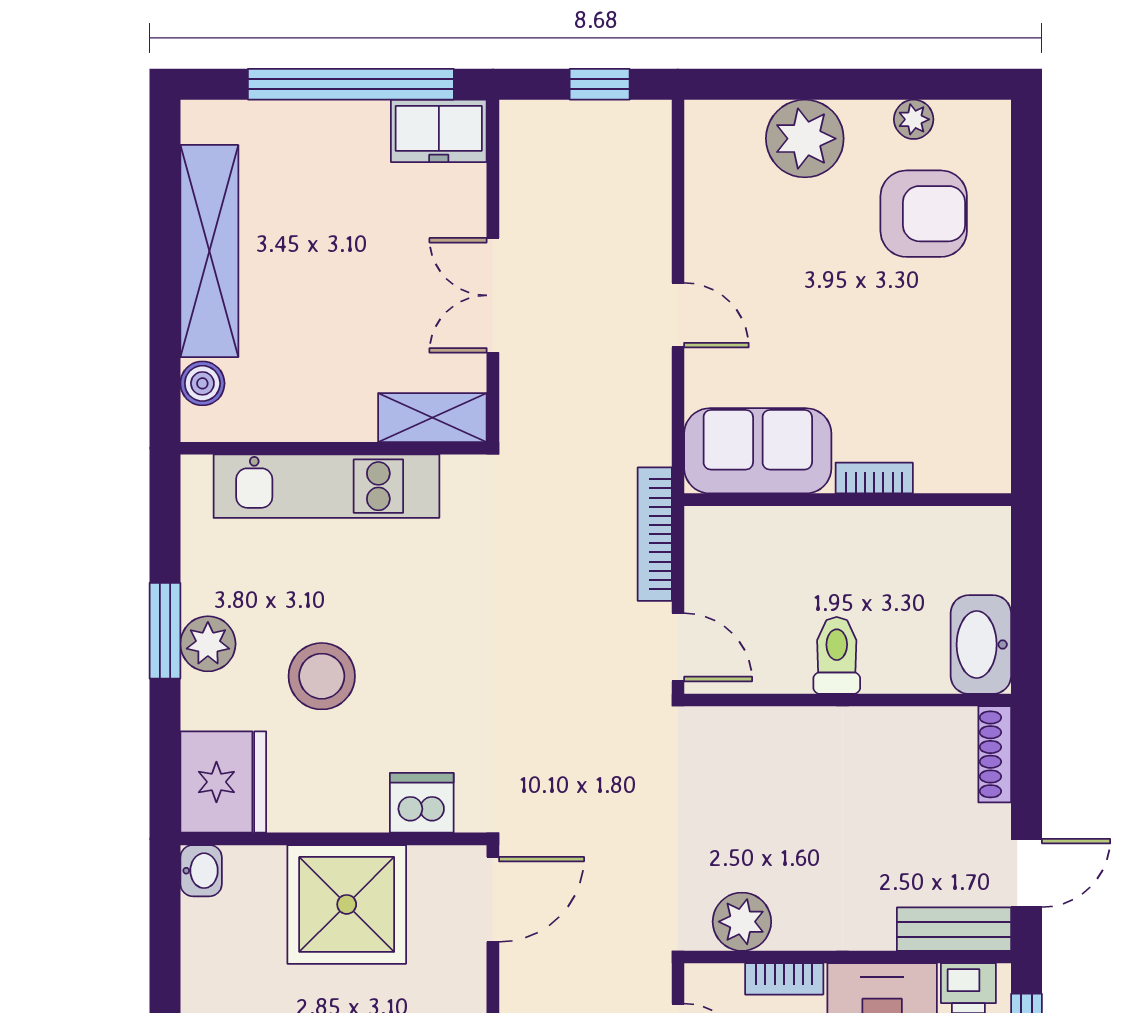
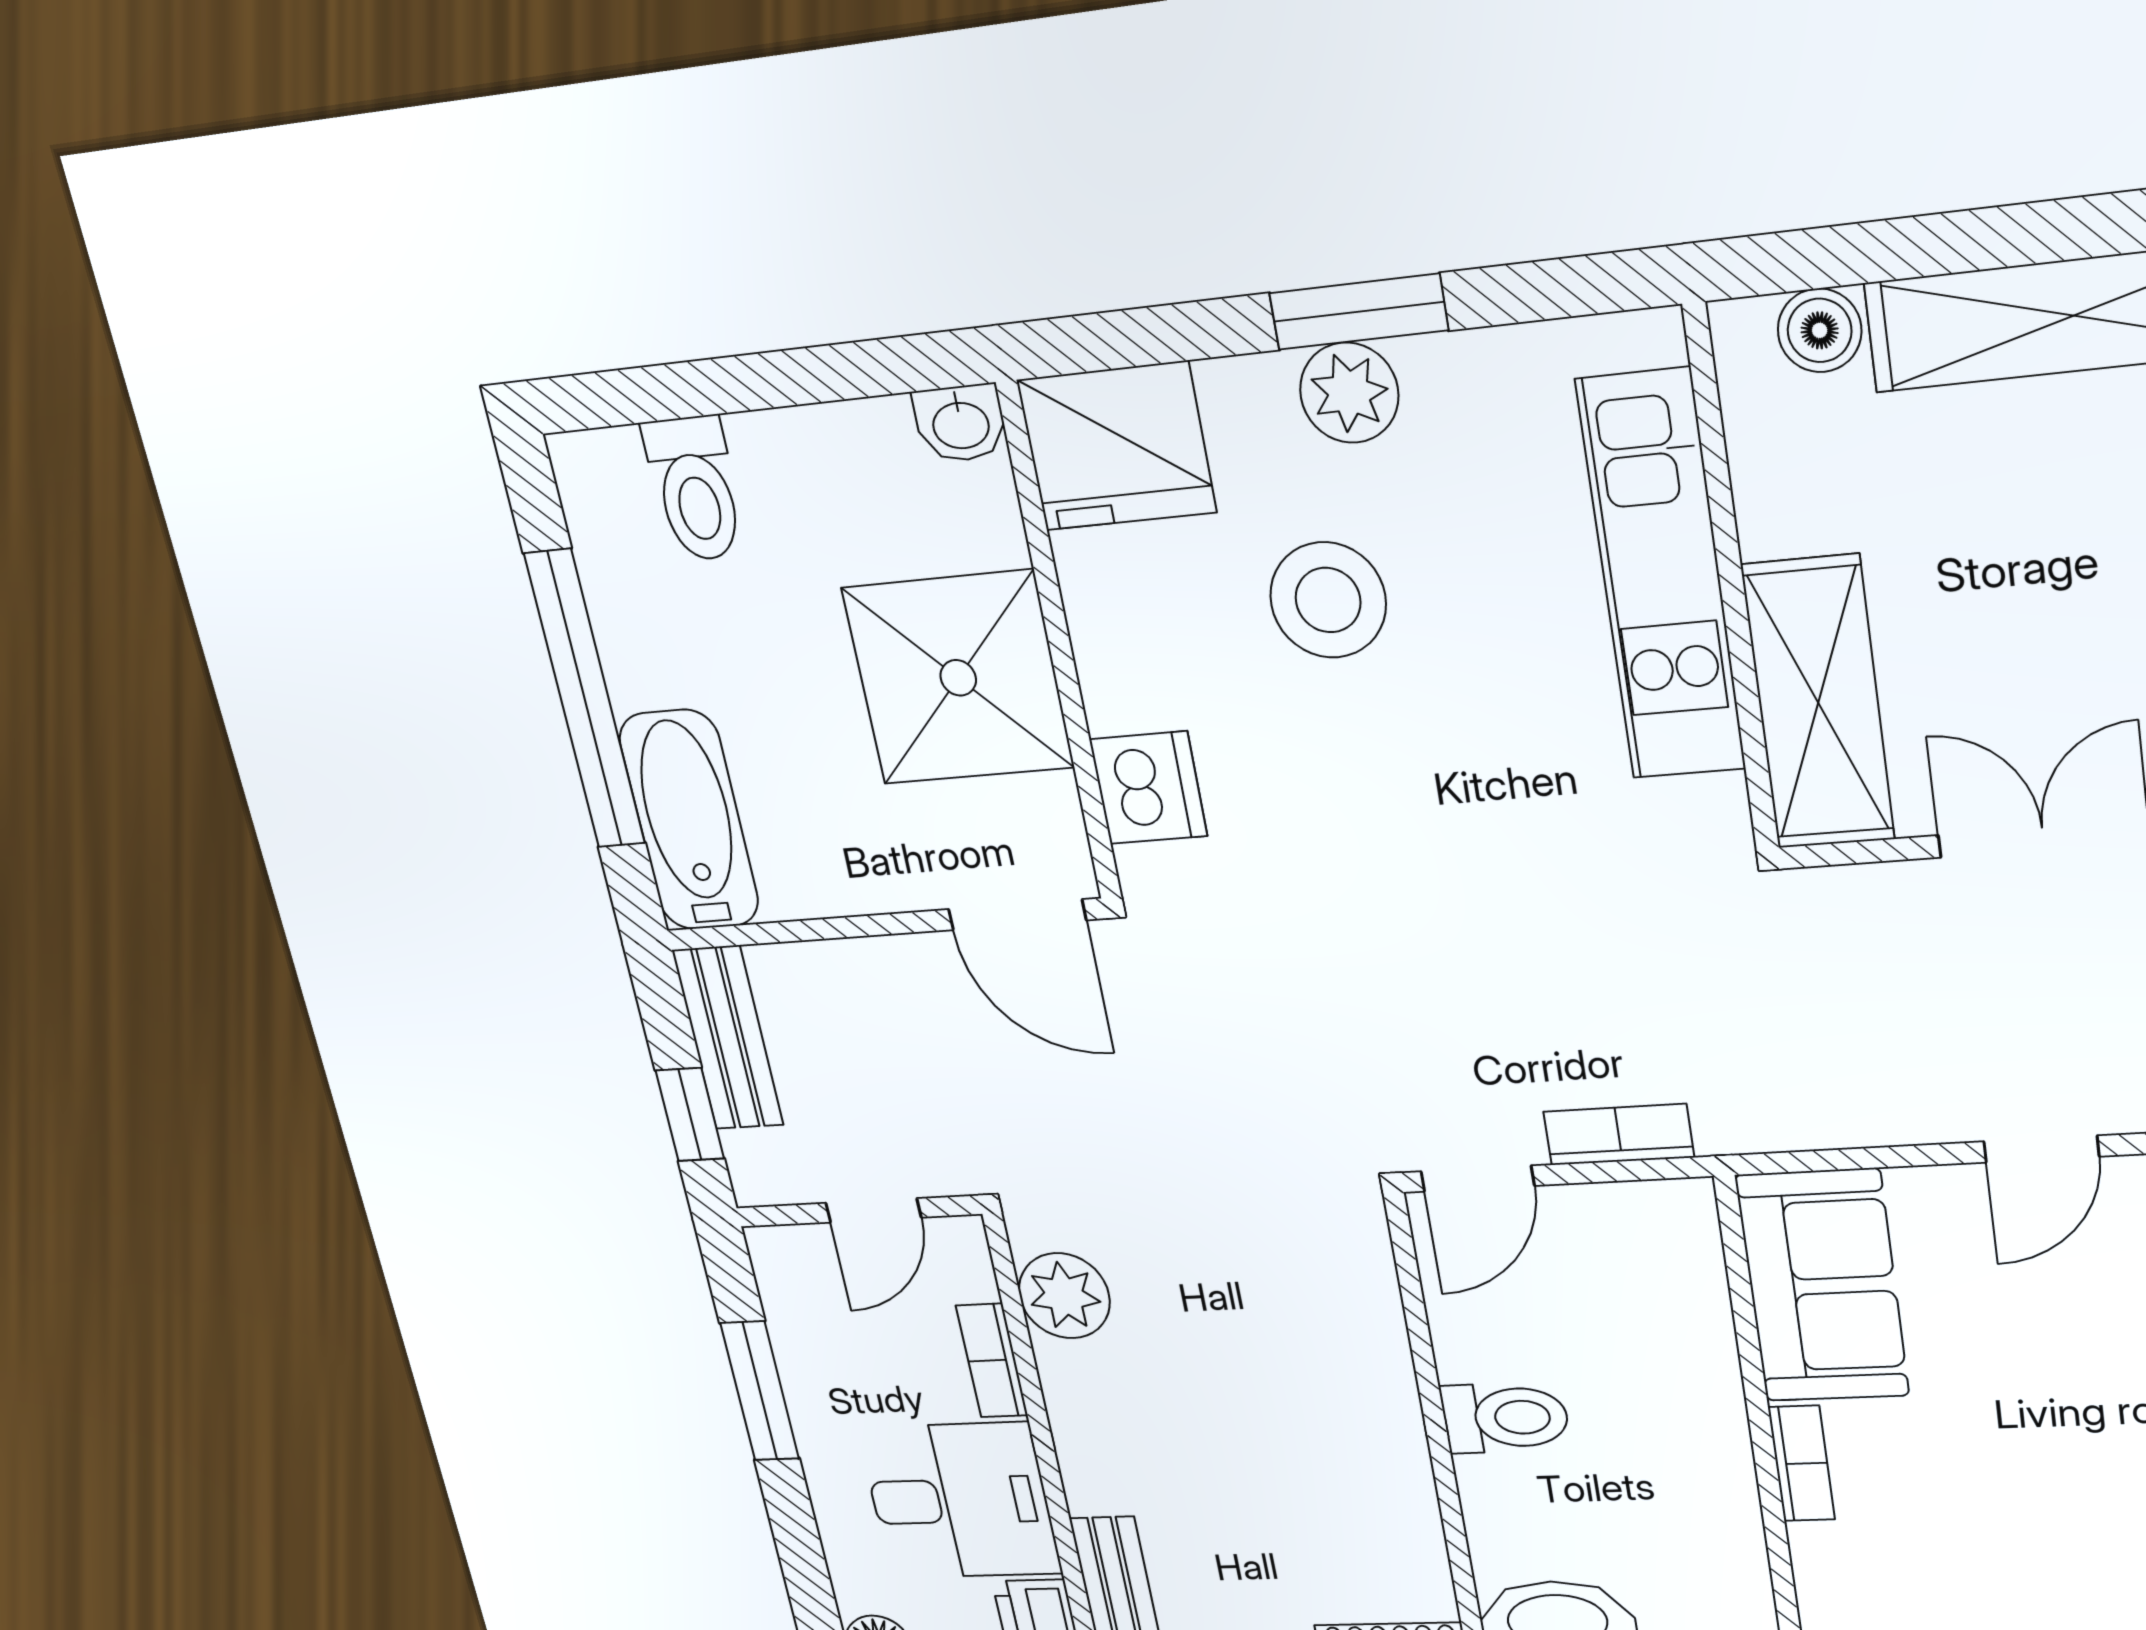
shelving: (432, 418) -> (1818, 703), width x1.50, depth x1.33
bookcase: (655, 534) -> (1619, 1135), width x0.64

